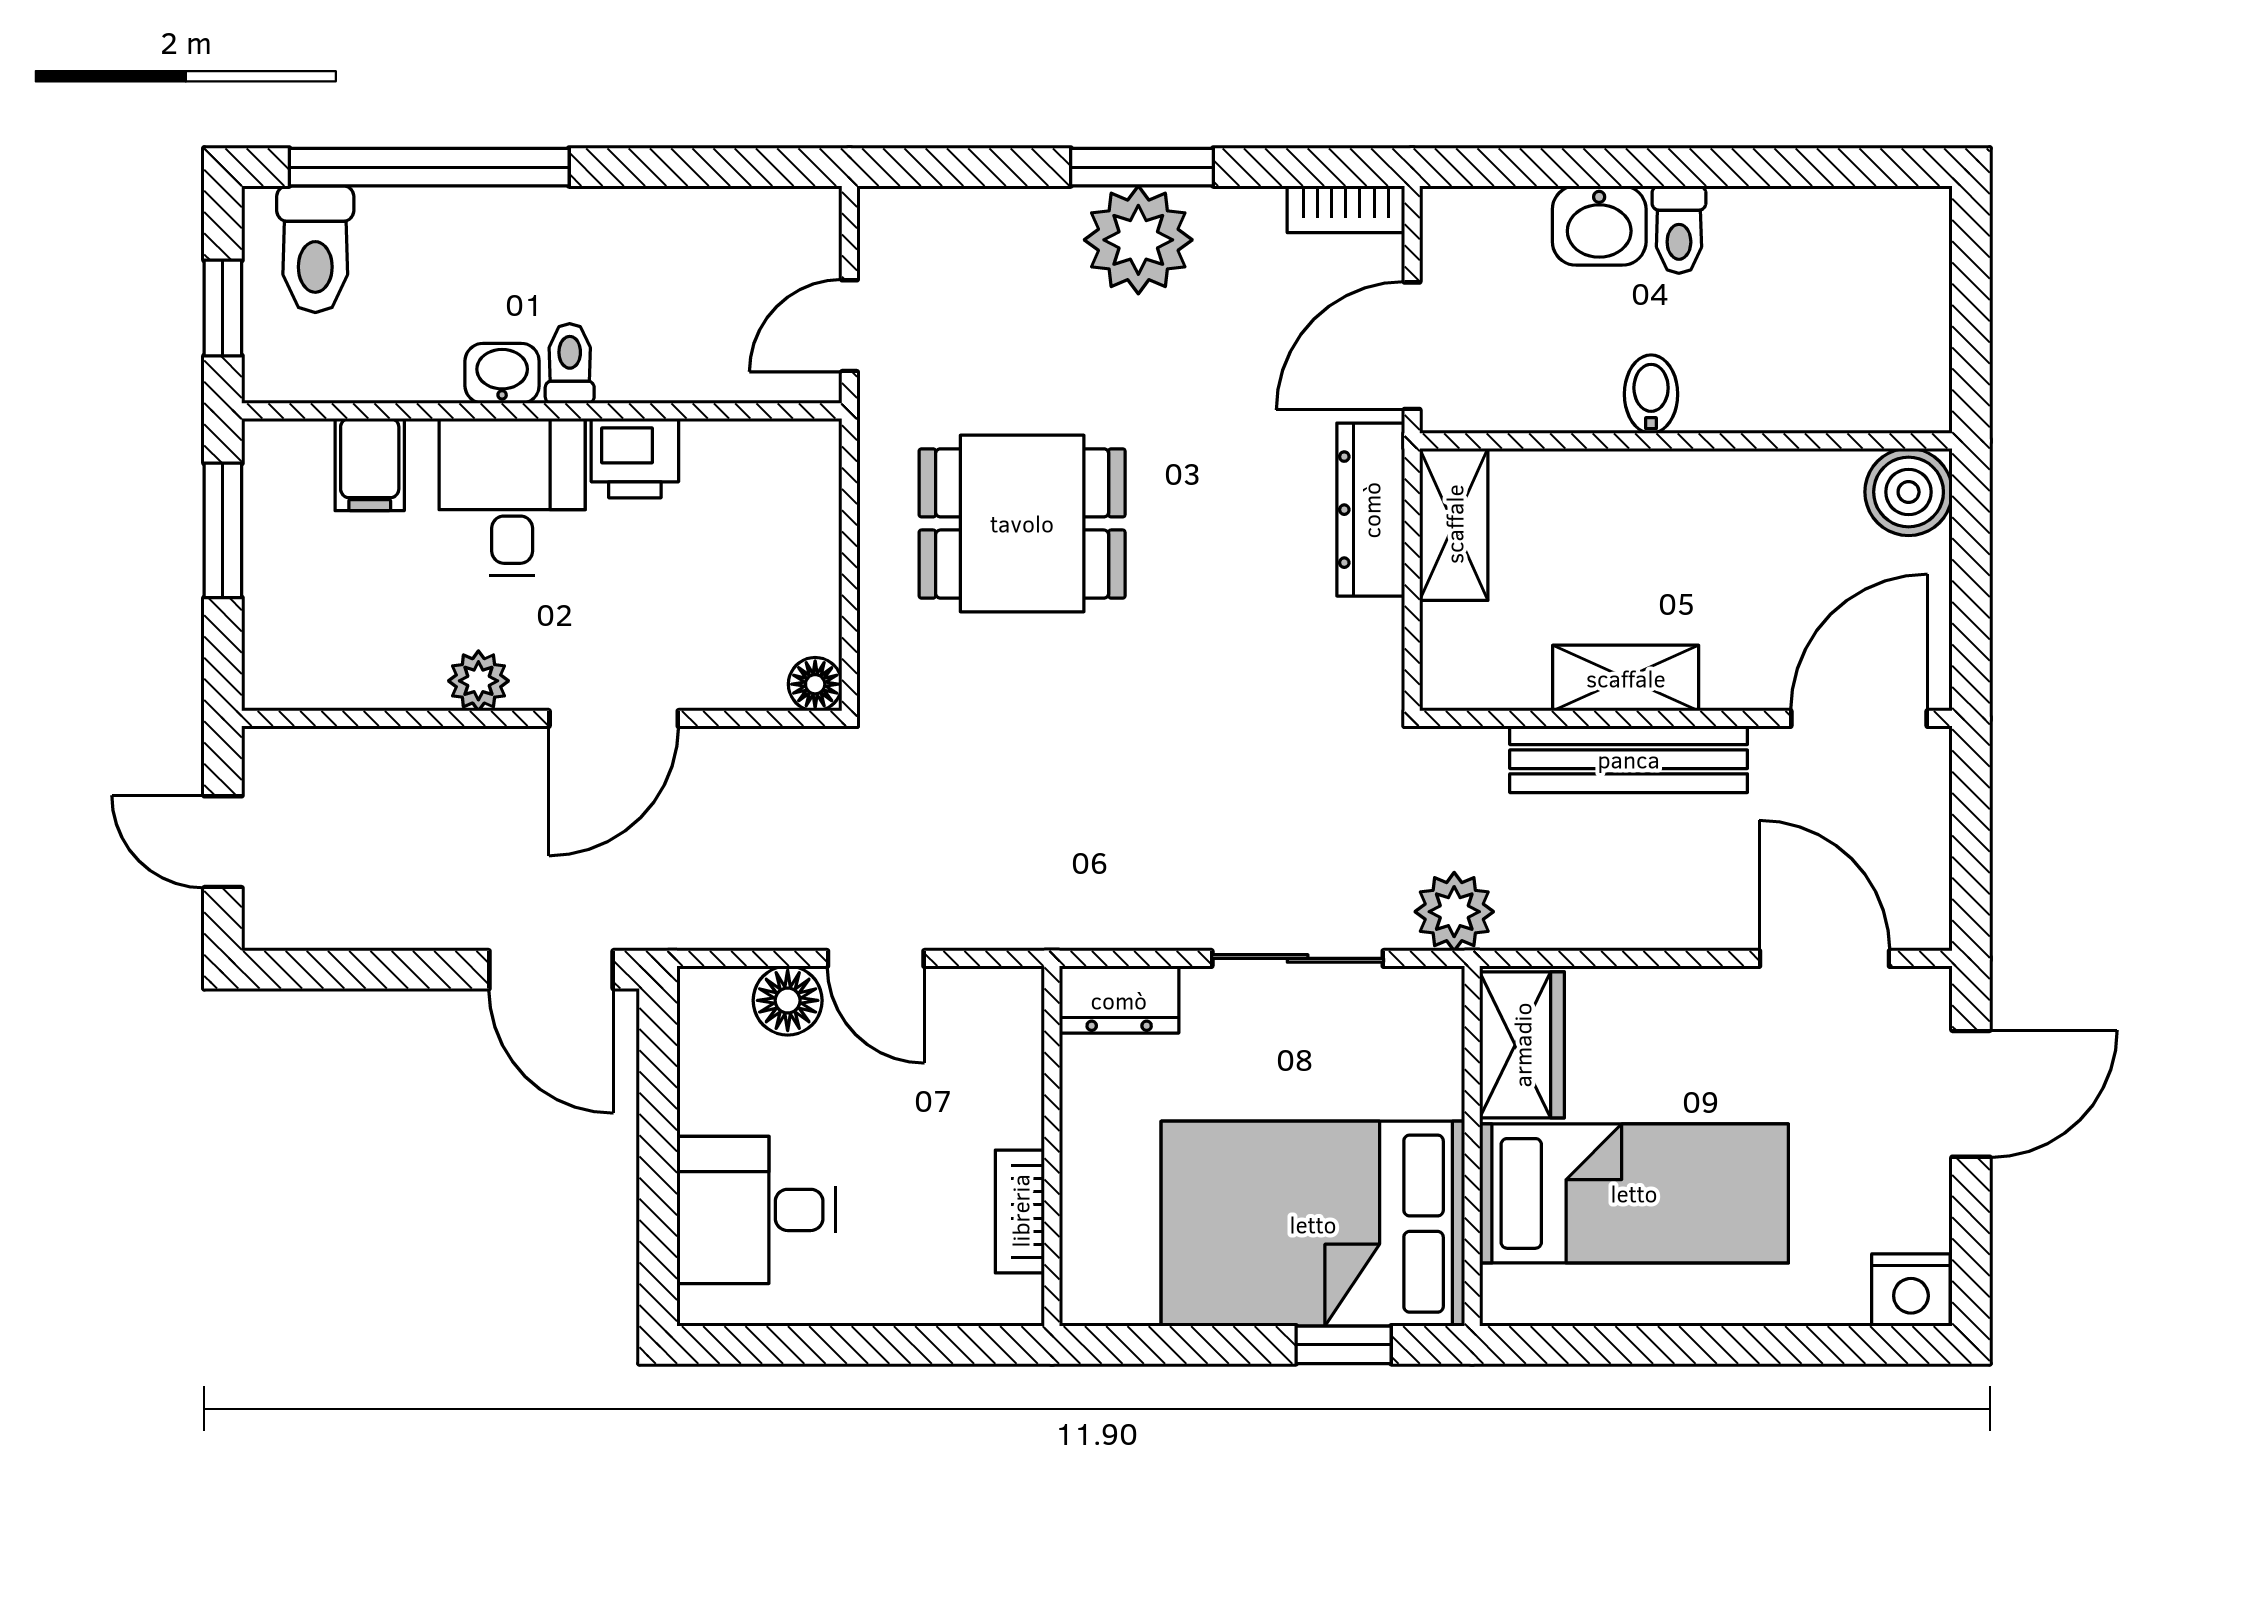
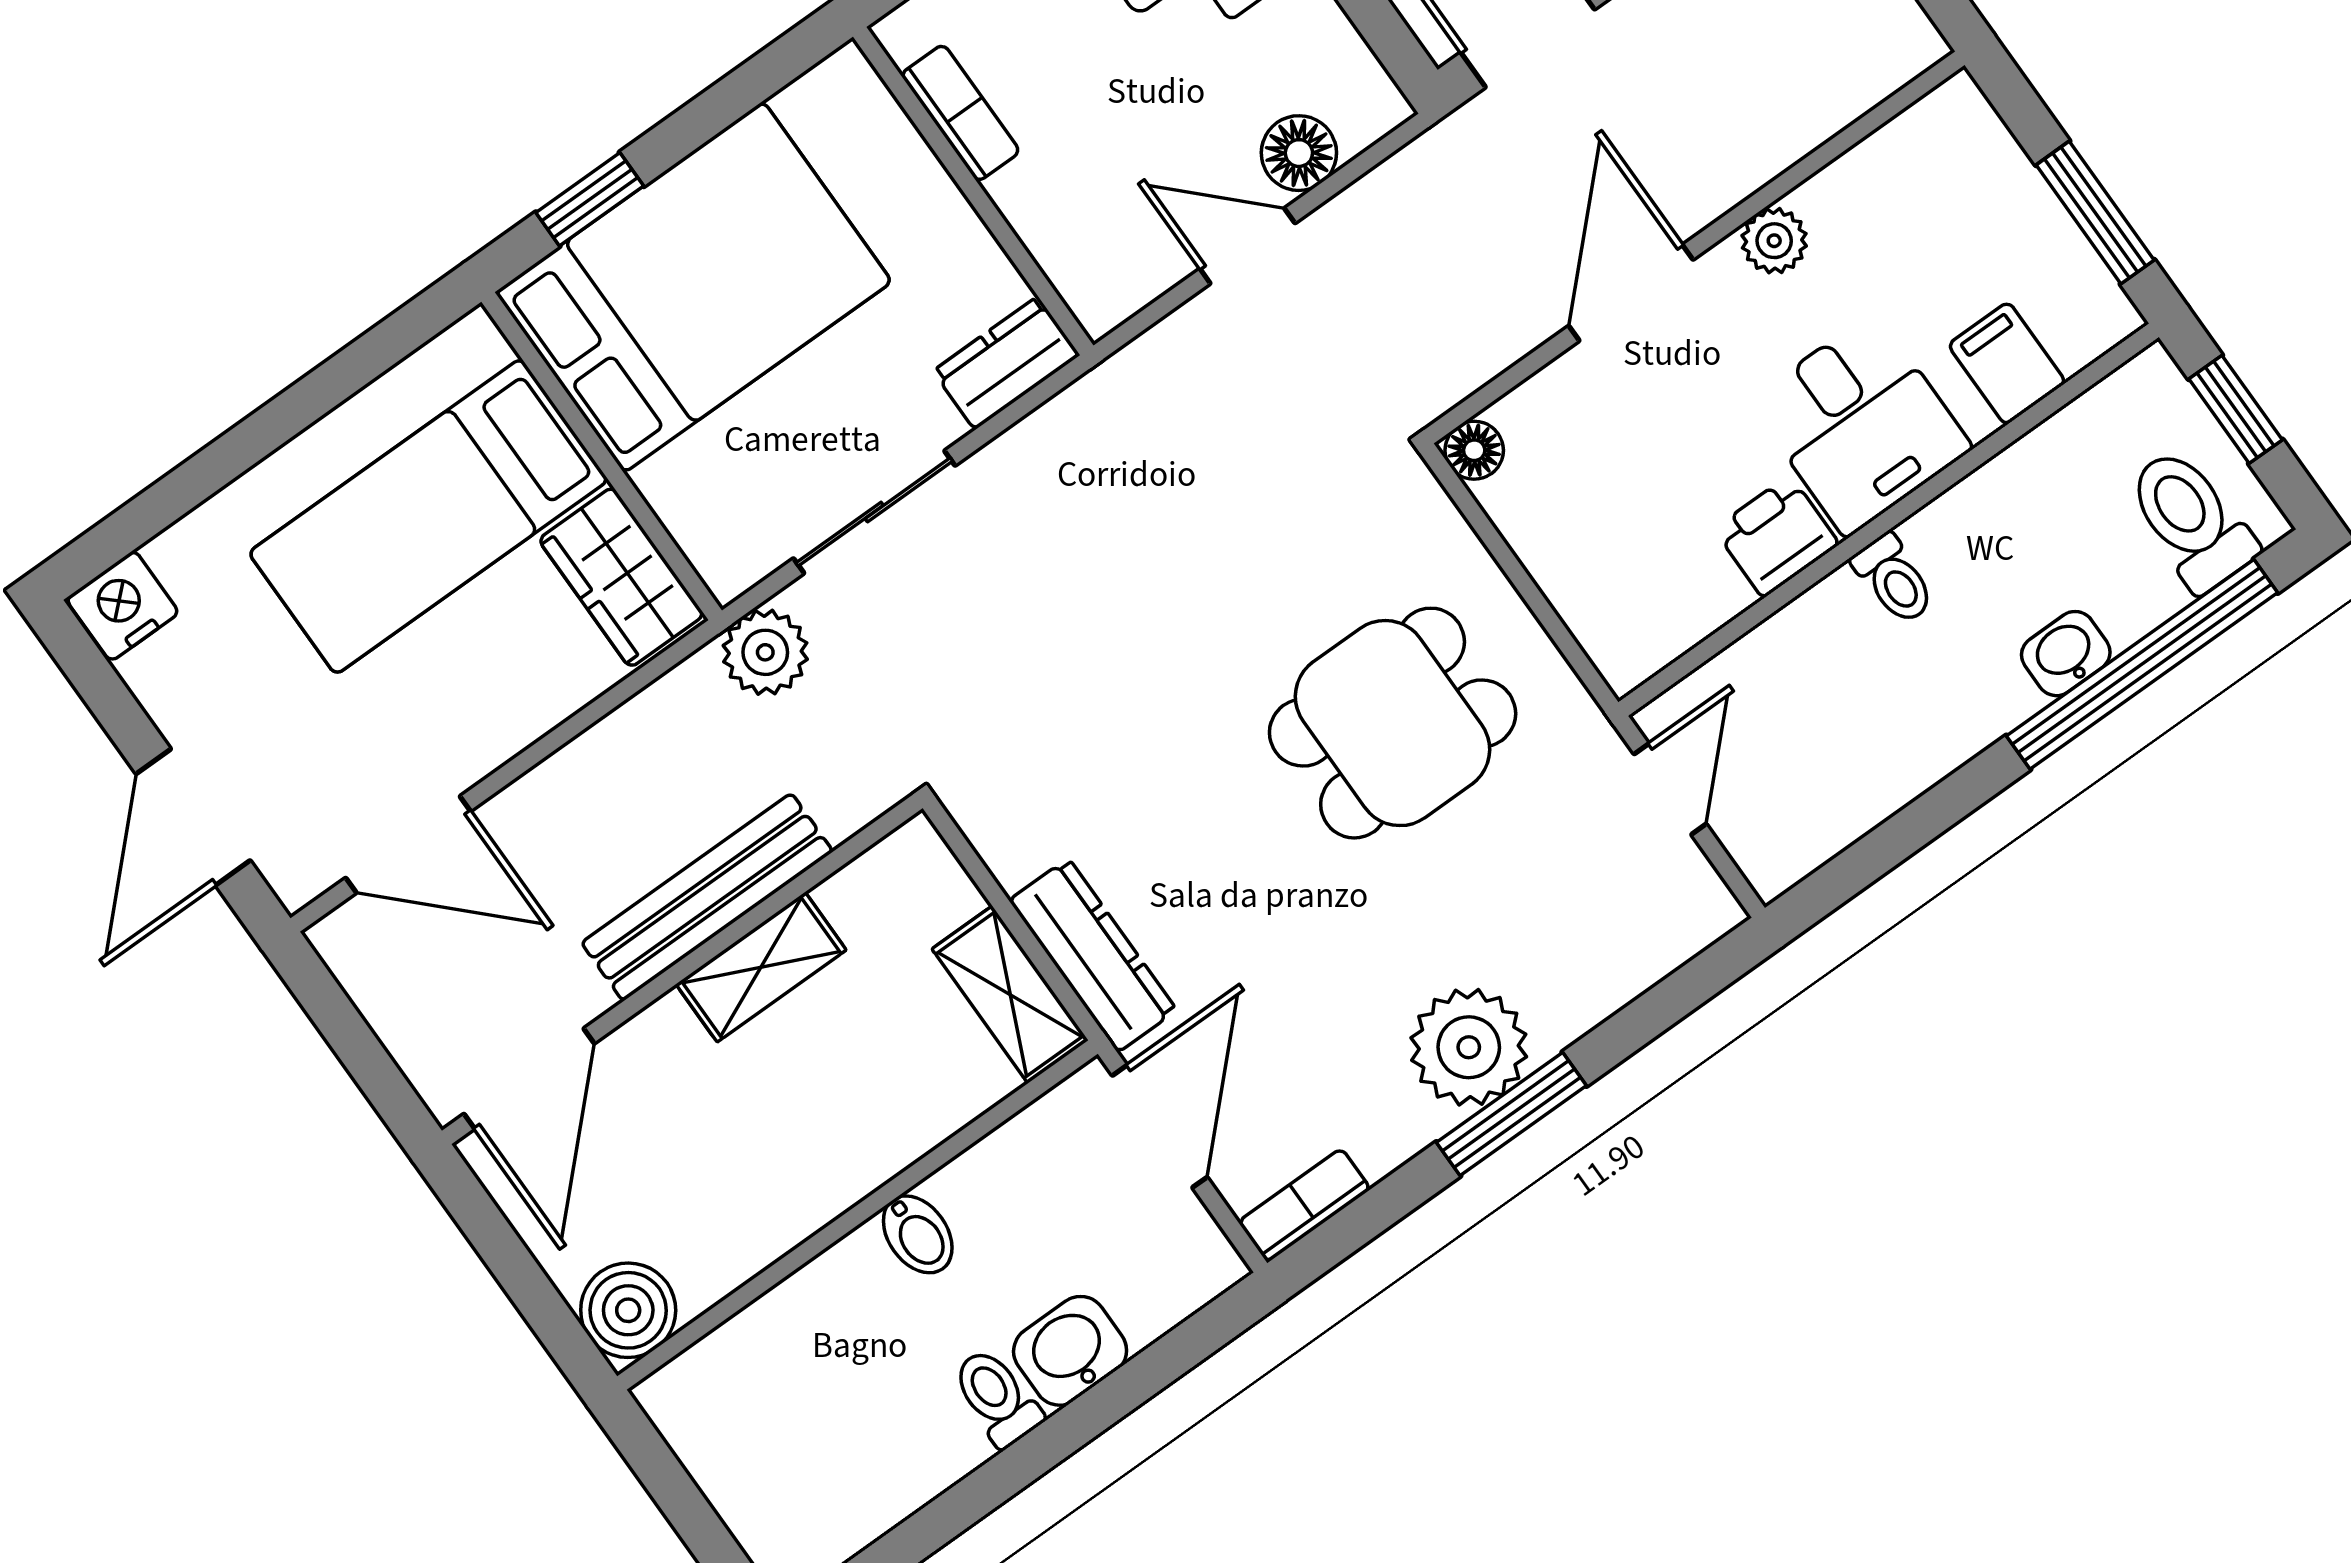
washbasin: (502, 373) -> (2066, 654), moved, turned 180

